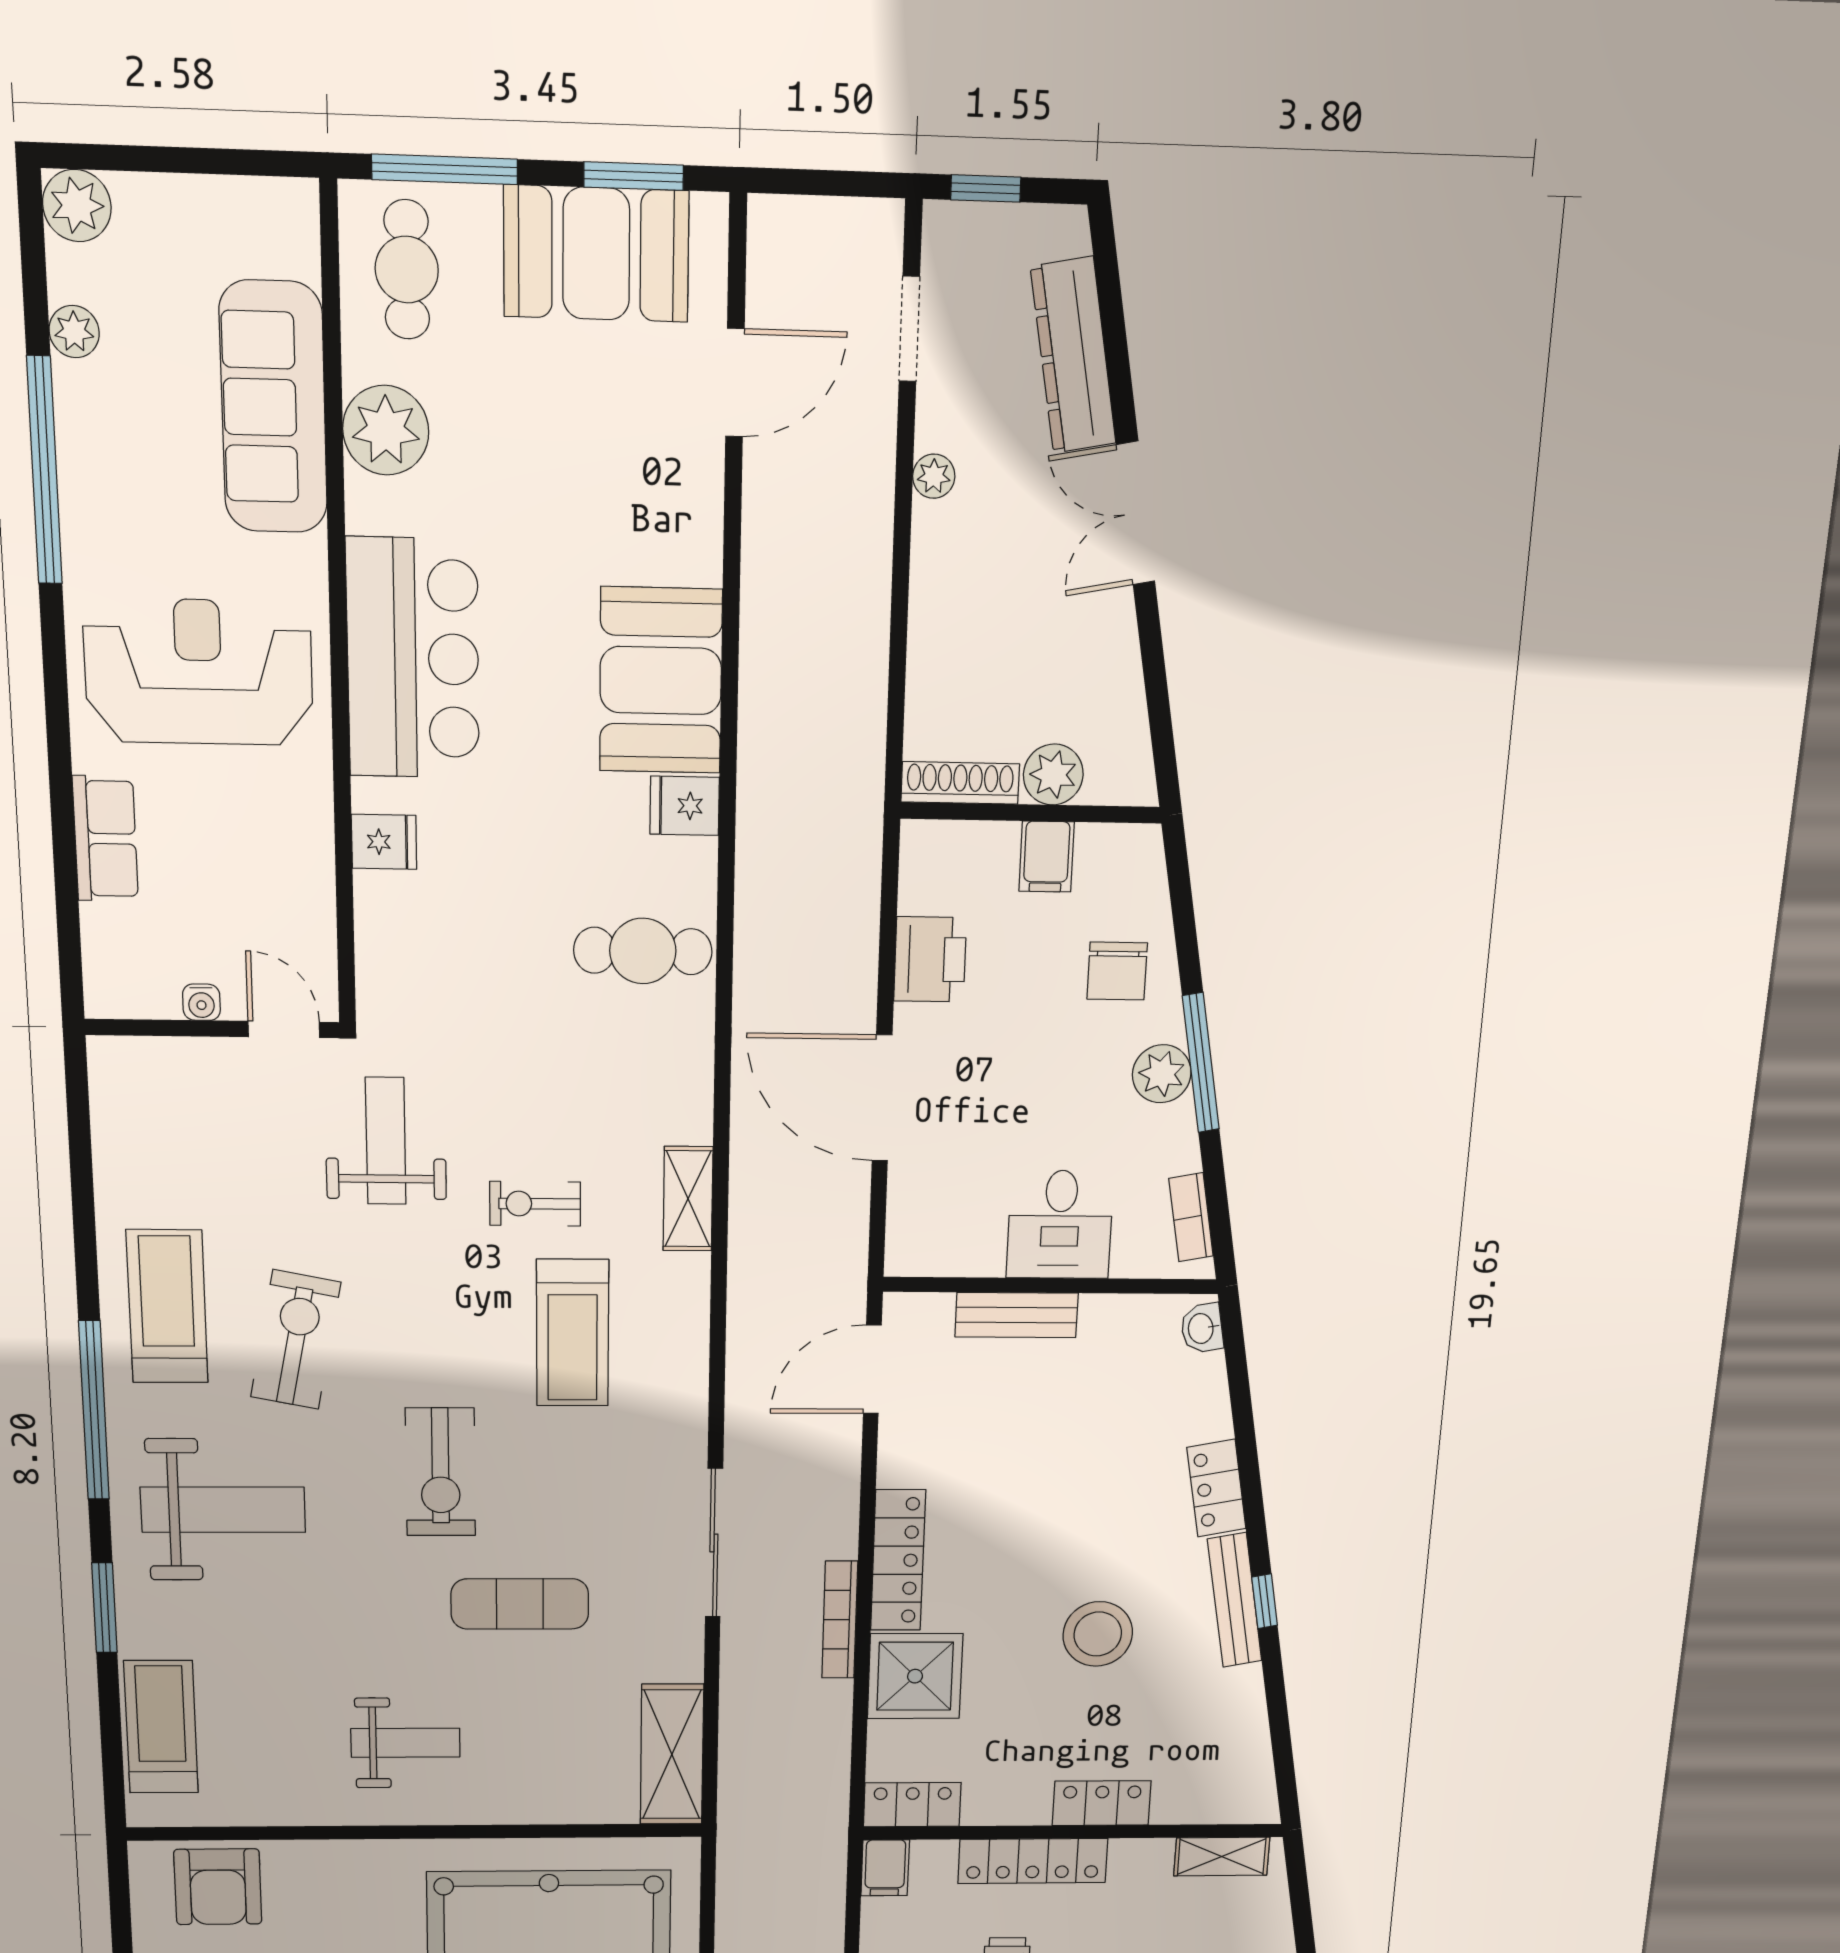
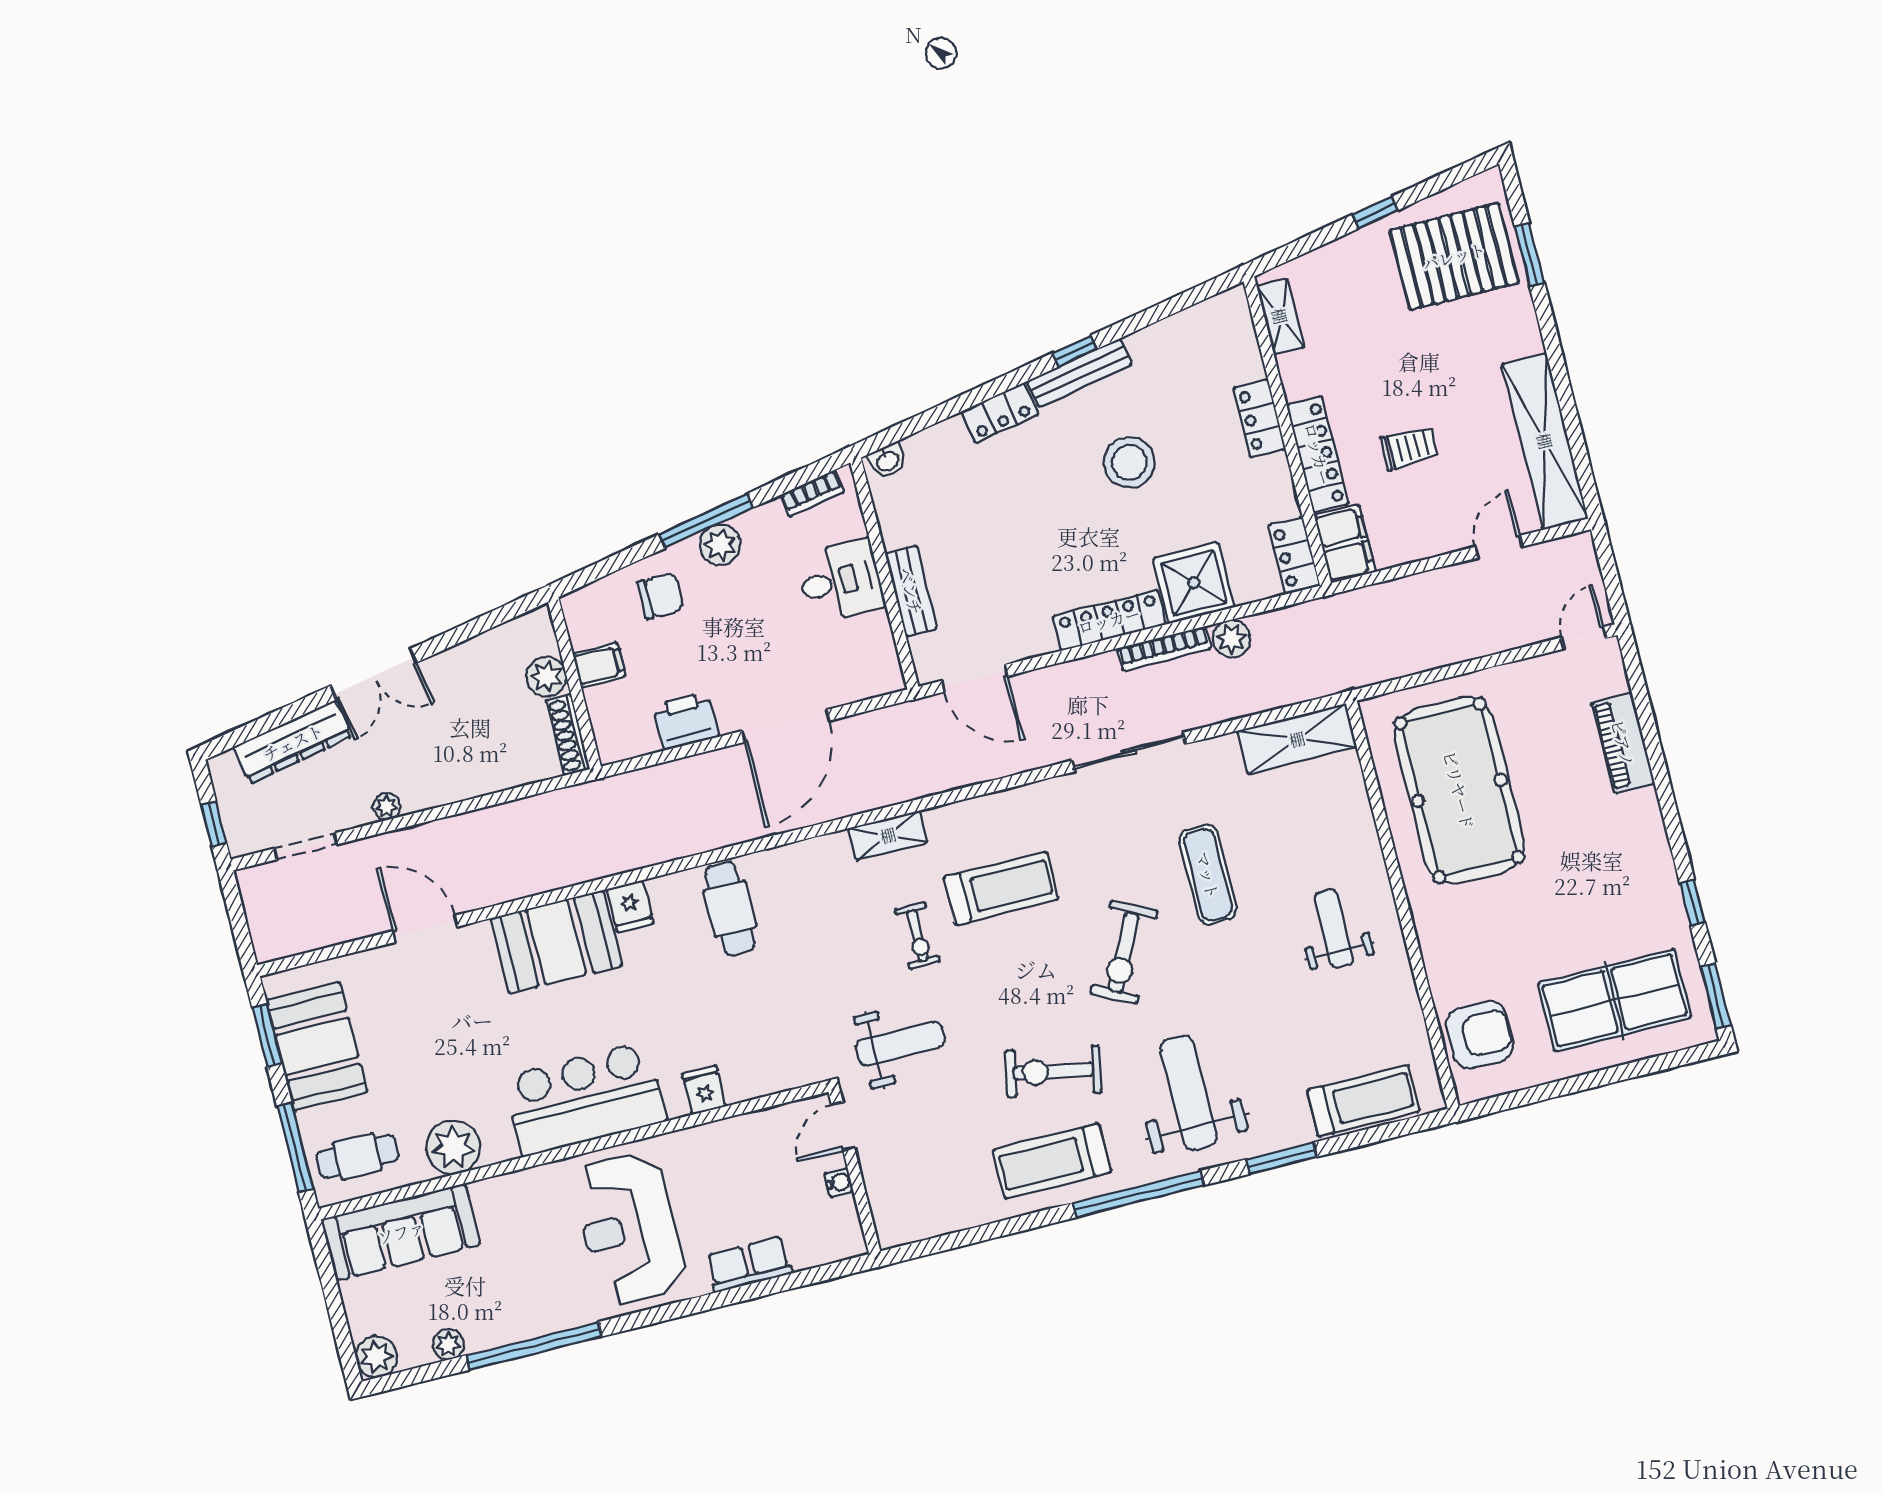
door: (735, 383) -> (425, 929), moved
sofa: (273, 407) -> (401, 1232), moved
weight bench: (386, 1141) -> (900, 1044), turned 180
exercise bike: (440, 1472) -> (1124, 953), turned 117
plant: (827, 1705) -> (1231, 639), added
treadmill: (161, 1727) -> (1363, 1101), turned 180
filing cabinet: (885, 1868) -> (1345, 544), width x2.00

